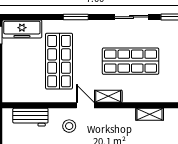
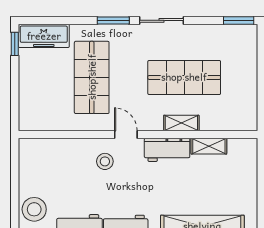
sliding door: (131, 17) -> (161, 20), moved
shelving: (108, 96) -> (181, 123), moved
workbench: (30, 117) -> (167, 150), moved

